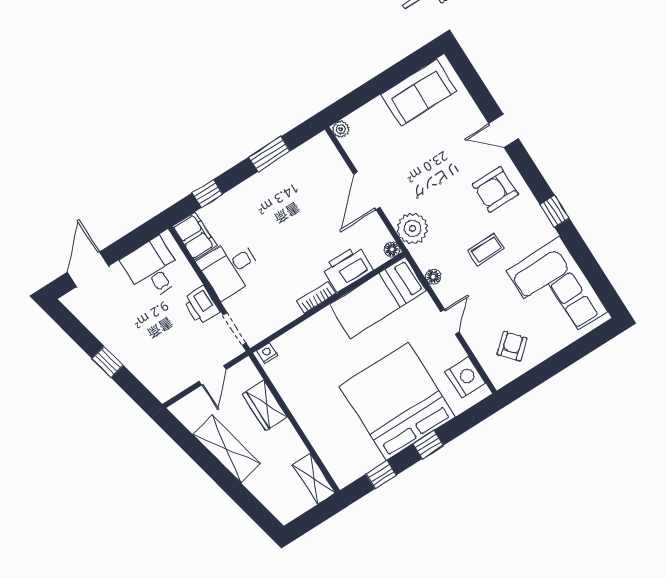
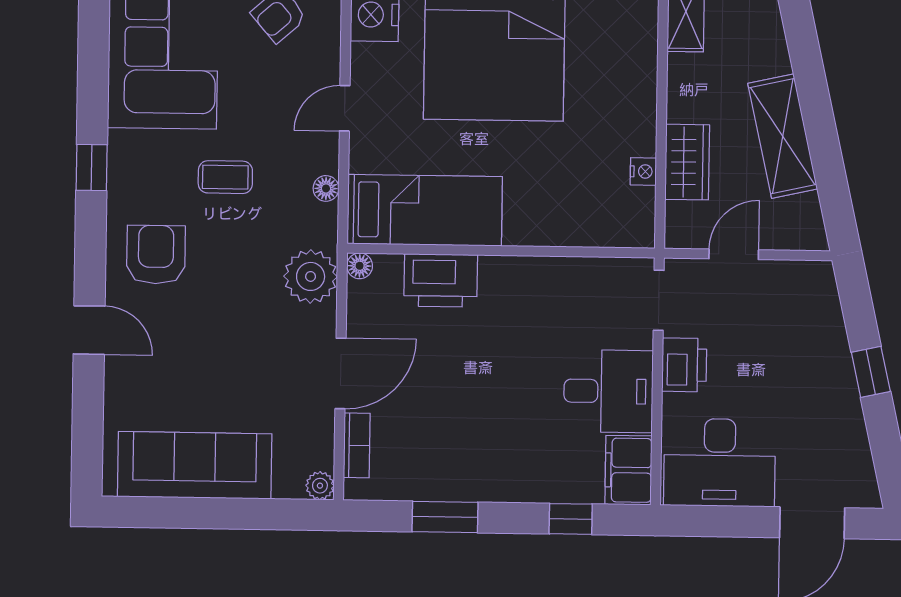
sofa: (419, 92) -> (195, 465), width x1.36
armchair: (495, 190) -> (156, 255), turned -90
desk: (153, 269) -> (720, 463), width x1.37
bookcase: (316, 297) -> (357, 445), moved, turned -90
nightstand: (267, 353) -> (643, 171), moved, turned -90

